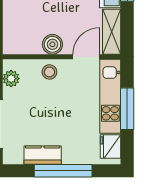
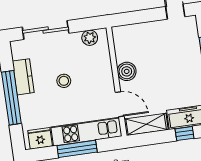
stool: (49, 72) -> (64, 81), moved

